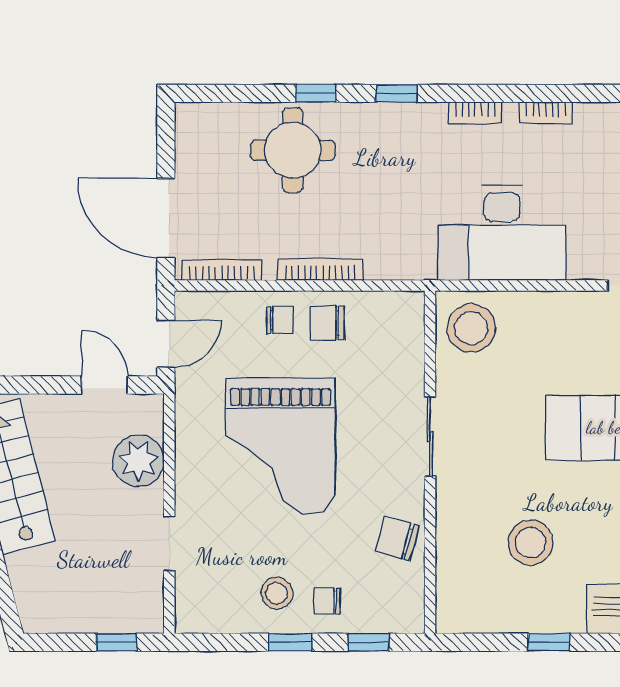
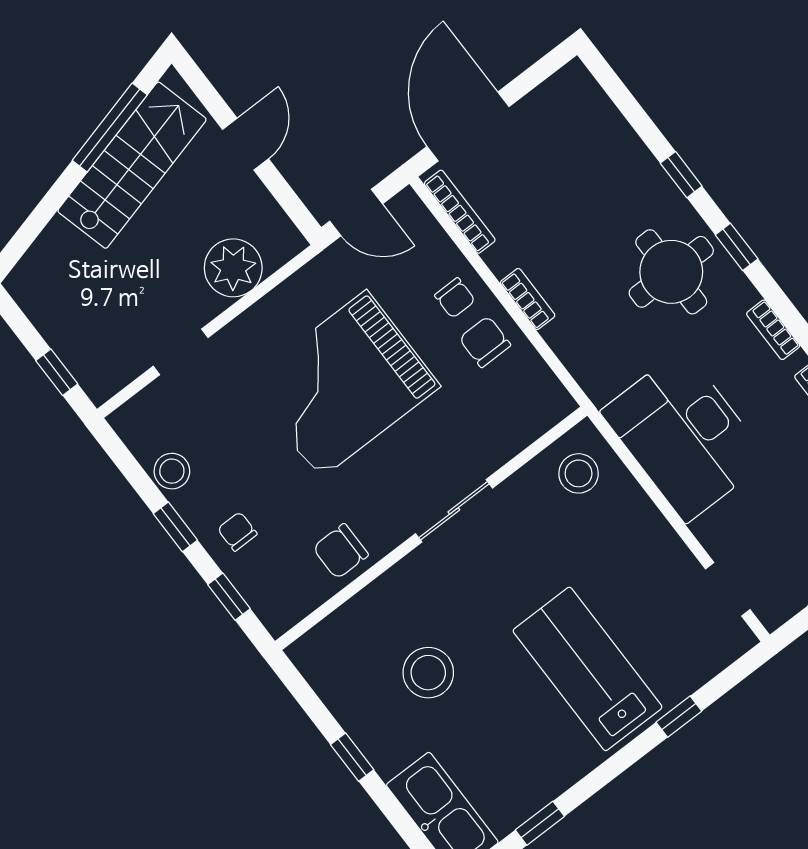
round table: (293, 150) -> (671, 272), moved
bookcase: (320, 269) -> (528, 299), width x0.64
stool: (471, 328) -> (579, 473), width x0.73, depth x0.73
door: (105, 385) -> (245, 144), moved
chair: (397, 539) -> (341, 551), turned -105
stool: (277, 593) -> (172, 471), moved

